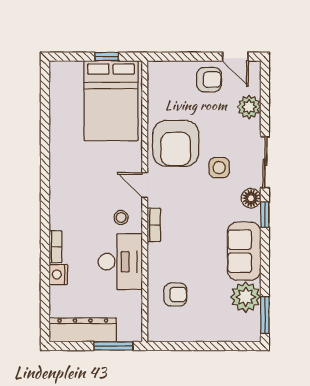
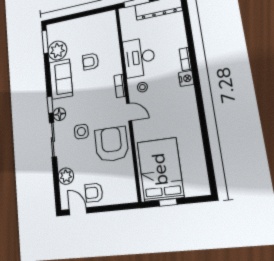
nightstand: (58, 274) -> (186, 78), moved
armchair: (175, 294) -> (91, 62), moved

